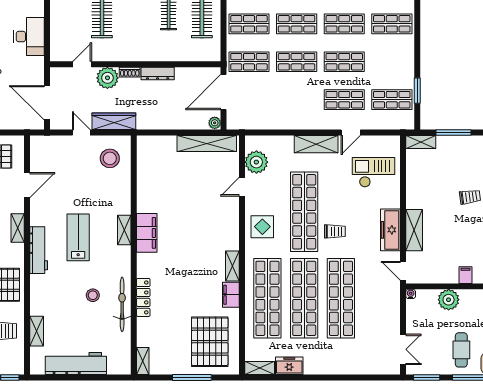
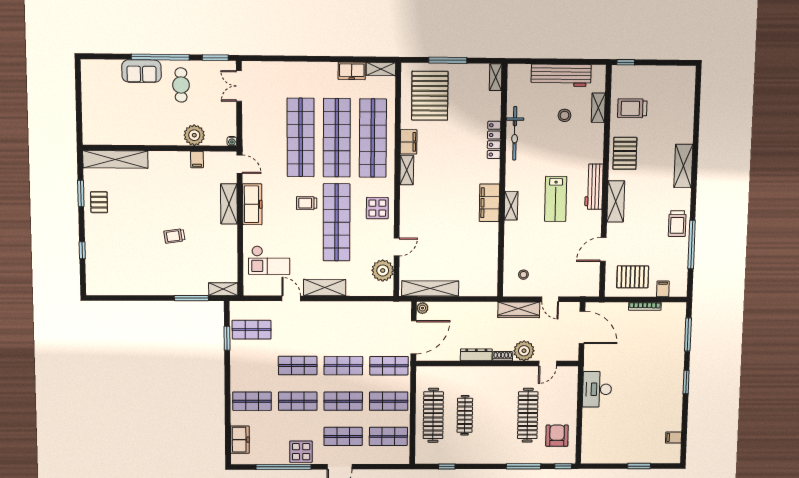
shop shelf: (344, 100) -> (298, 330), removed
door: (351, 133) -> (291, 298), hinge flipped
stool: (110, 158) -> (523, 275), width x0.53, depth x0.53
shelving: (18, 228) -> (616, 201), width x1.50, depth x1.33
filing cabinet: (465, 275) -> (197, 160), moved
stool: (93, 295) -> (564, 115), moved

